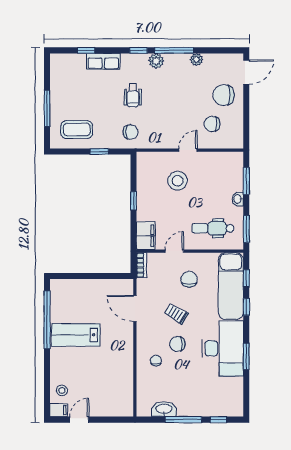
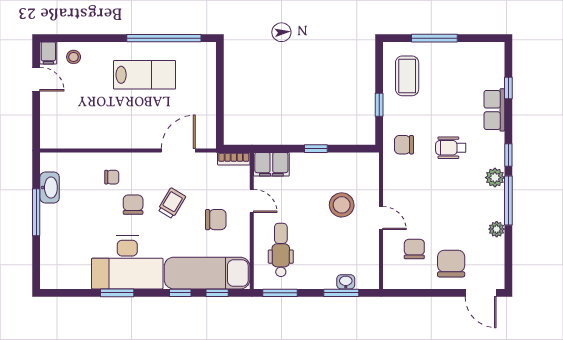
chair: (131, 132) -> (404, 145), turned 90
washbasin: (238, 199) -> (346, 282), moved
lab bench: (76, 335) -> (145, 75), turned 90
window: (218, 420) -> (36, 257), removed

